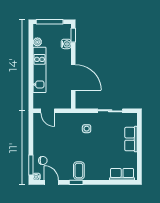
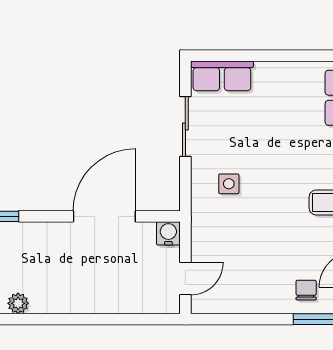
water cooler: (66, 44) -> (168, 233), moved
kitchen unit: (39, 70) -> (86, 298), removed
row of seats: (131, 139) -> (222, 76), moved

